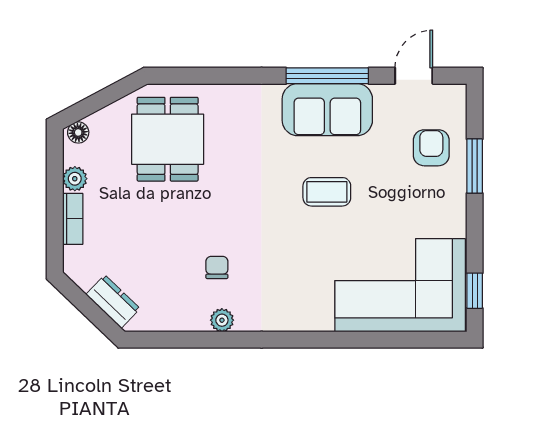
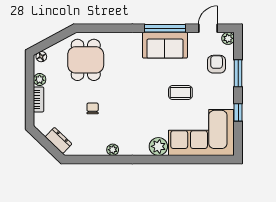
plant: (454, 96) -> (228, 38), added
coffee table: (327, 192) -> (180, 93), moved
chair: (217, 267) -> (93, 108), moved
window: (475, 291) -> (238, 112), moved
plant: (314, 314) -> (158, 146), added

